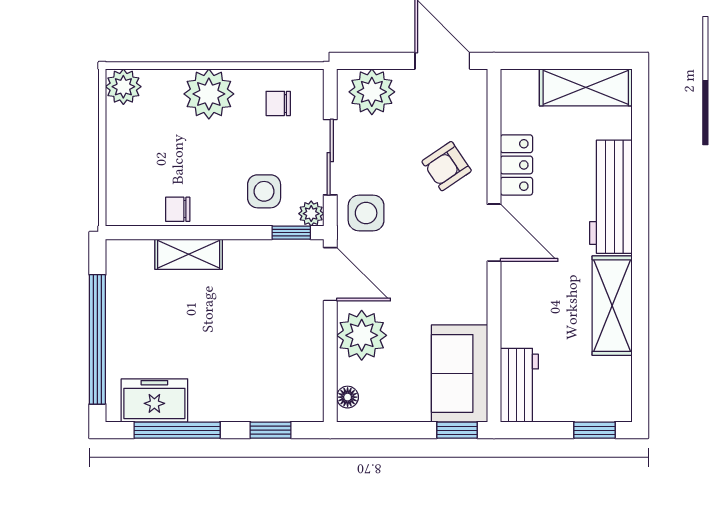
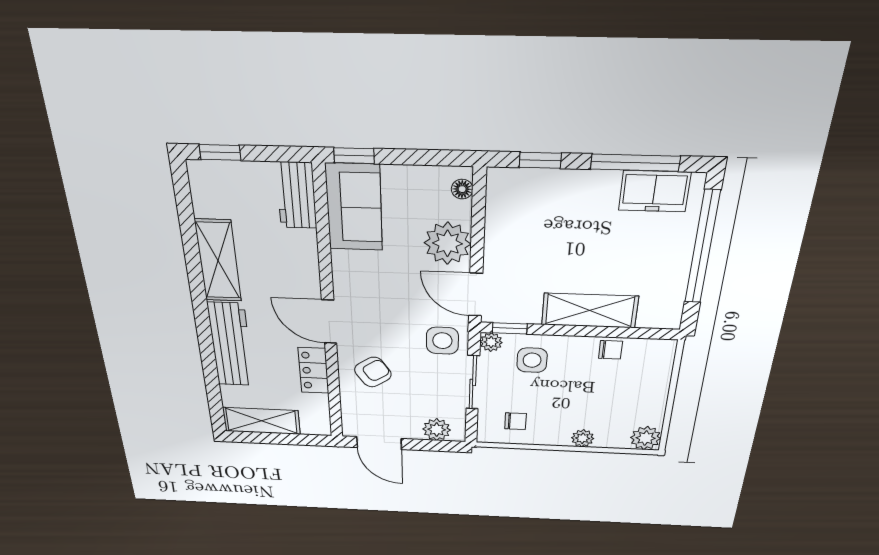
plant: (372, 92) -> (437, 430), width x0.73, depth x0.73
plant: (209, 94) -> (583, 438), width x0.53, depth x0.53
shelving: (189, 254) -> (590, 310), width x1.50, depth x1.33

